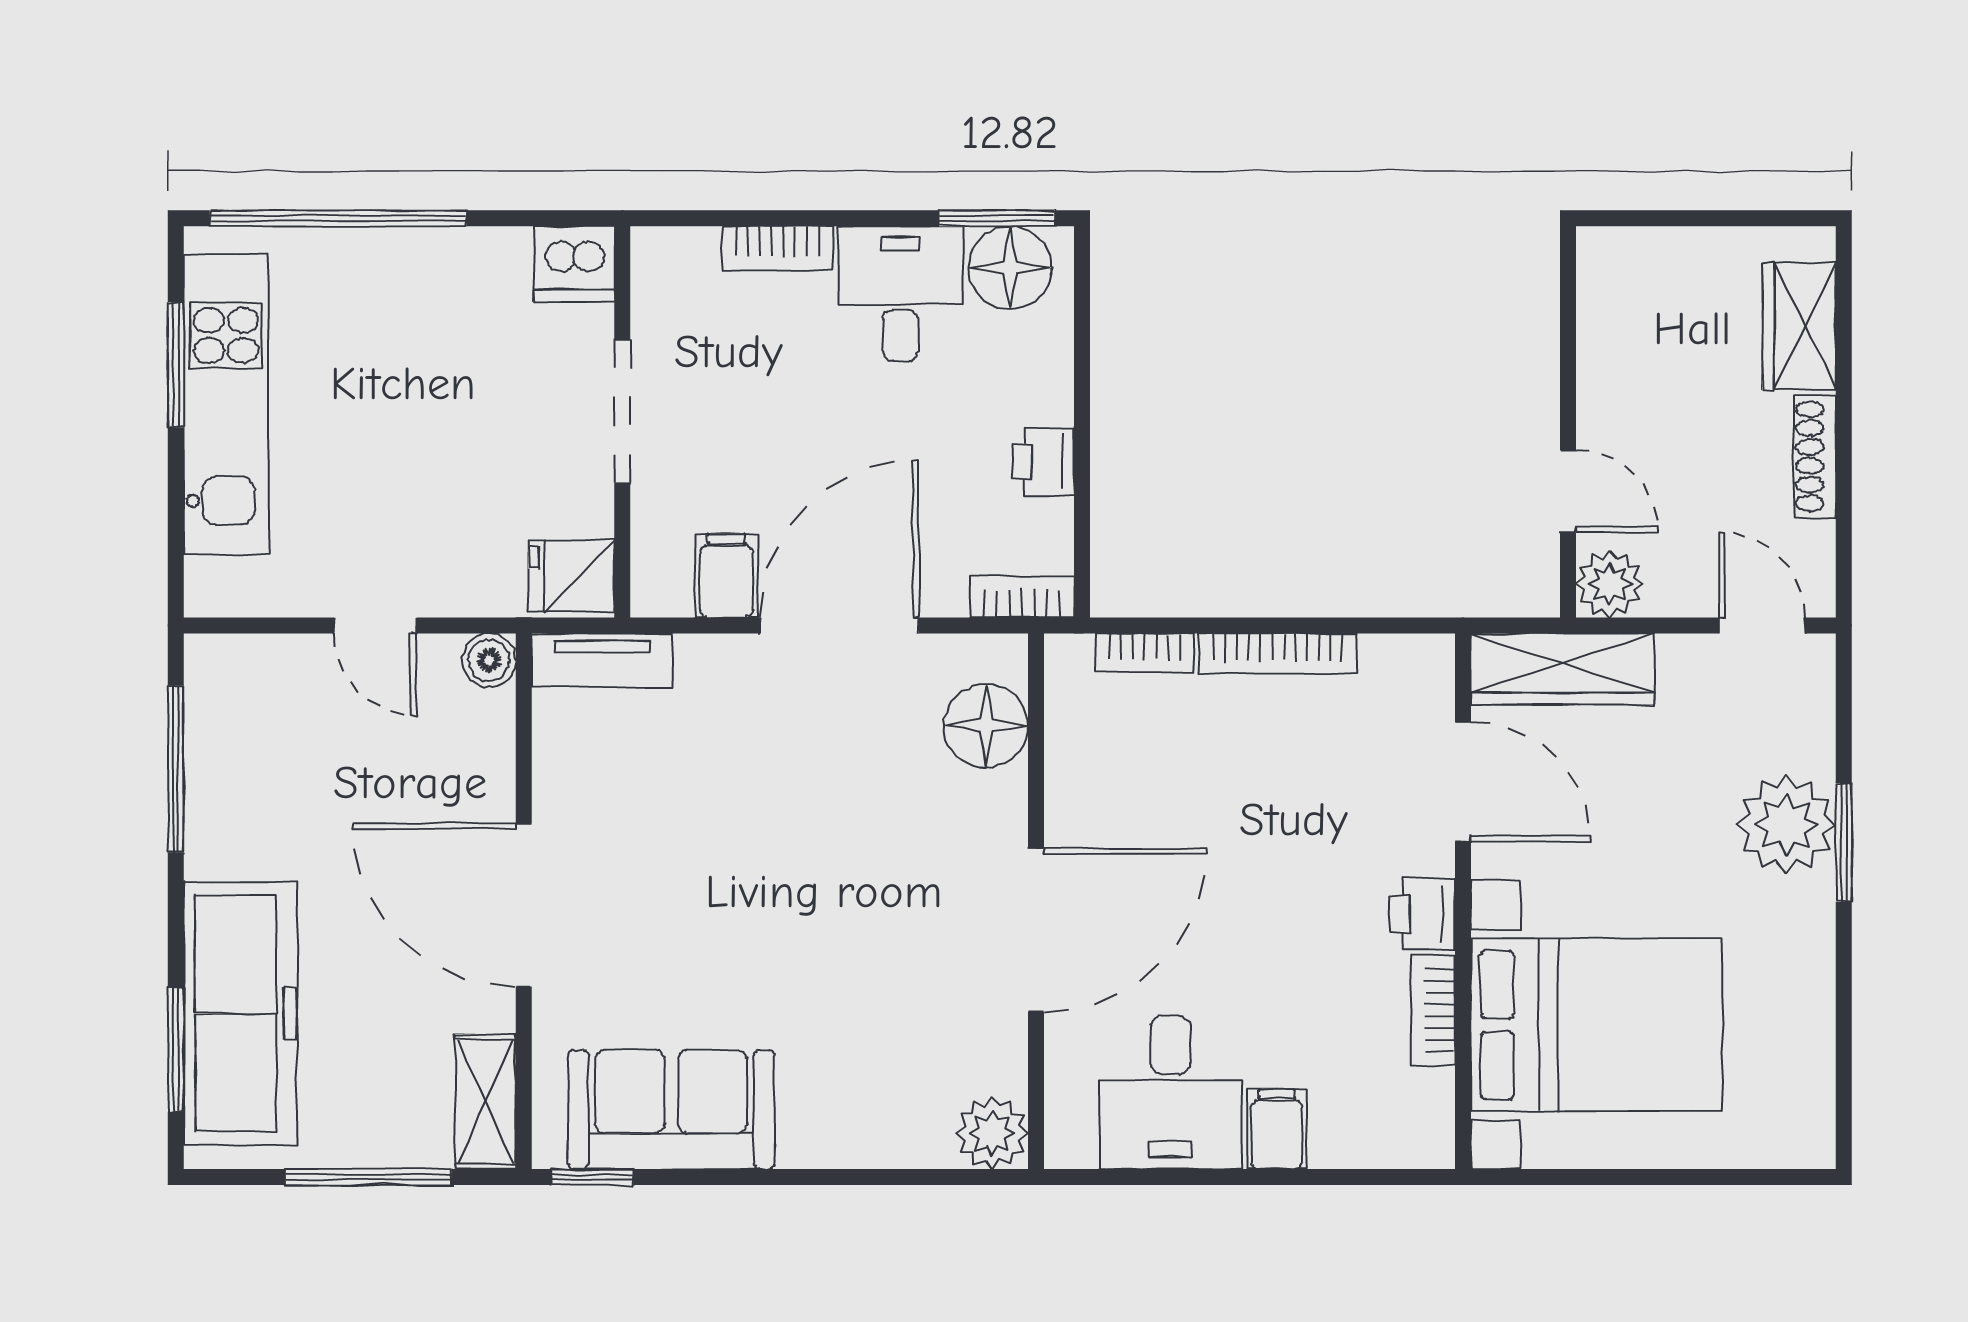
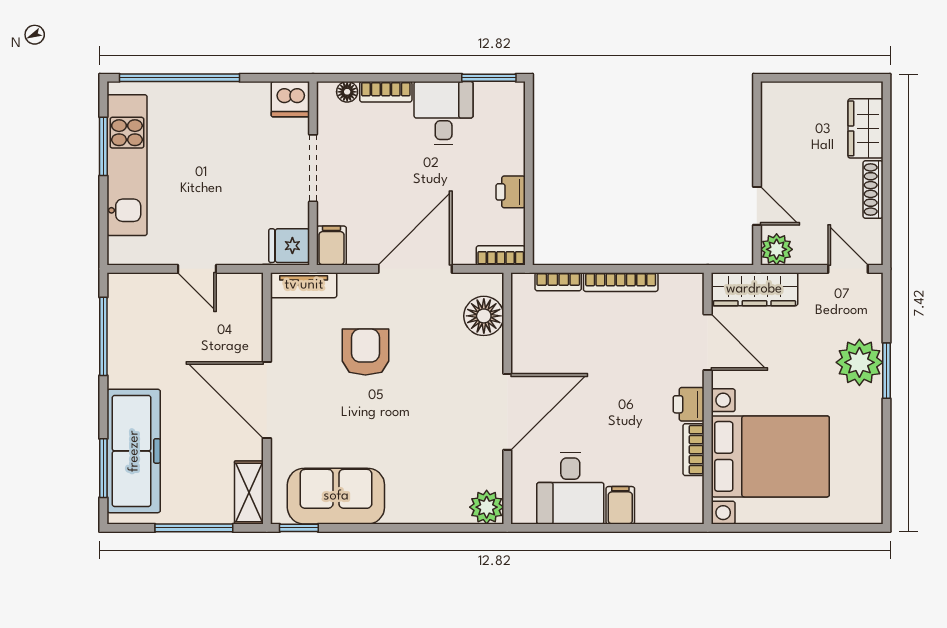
floor lamp: (1010, 268) -> (347, 92), moved, width x0.53, depth x0.53
filing cabinet: (726, 576) -> (331, 246), moved
boiler: (489, 660) -> (250, 285), removed
armchair: (734, 803) -> (365, 352), added

